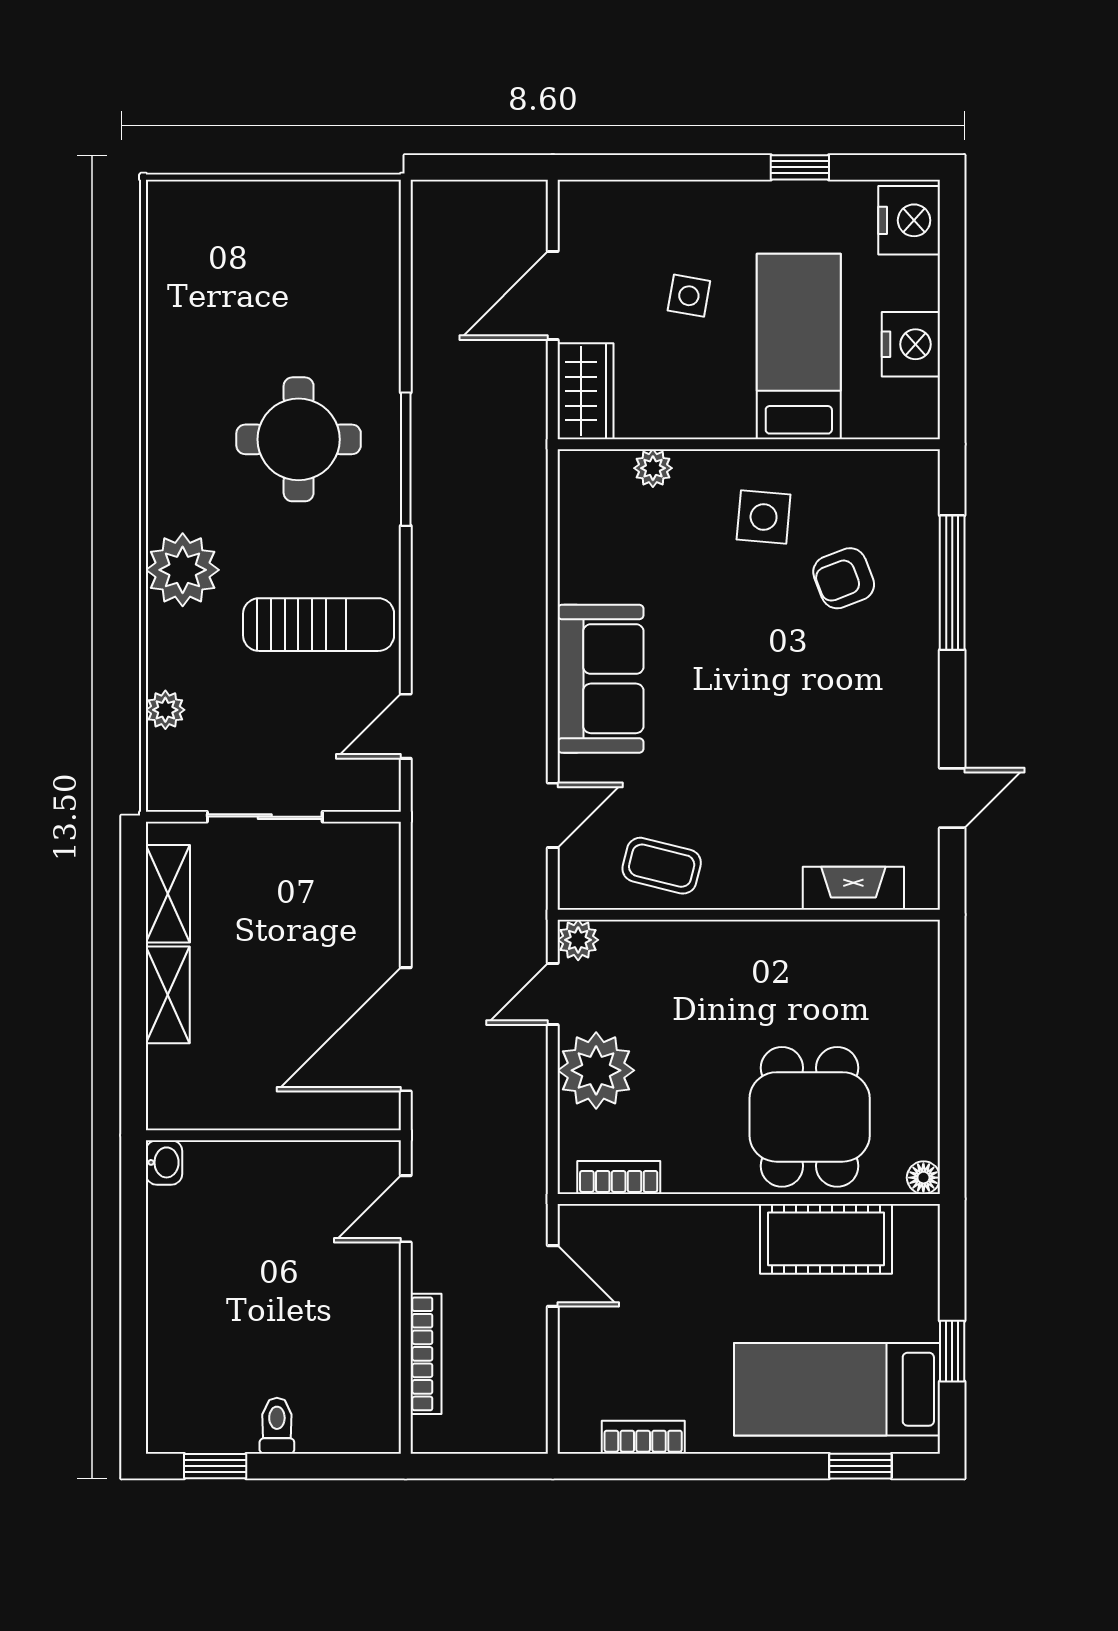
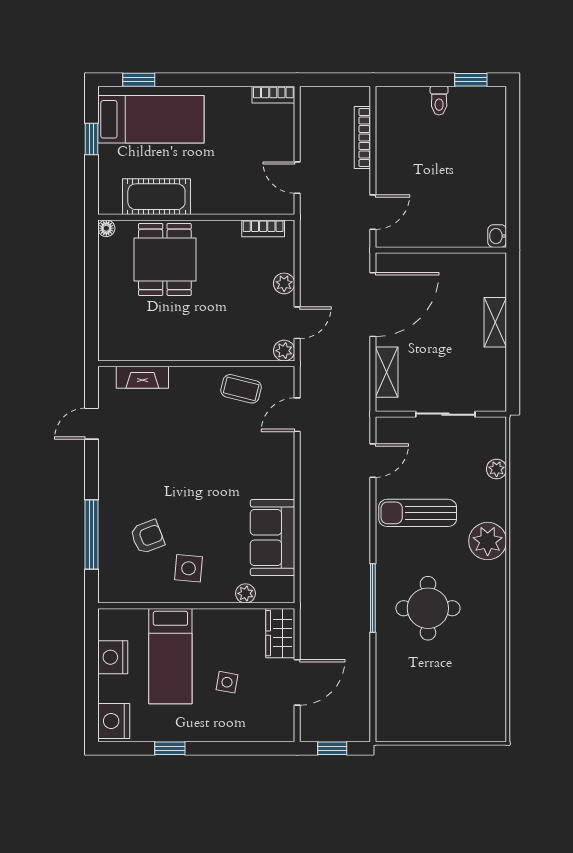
window: (485, 167) -> (332, 748), added
sofa: (601, 679) -> (273, 538), moved
shelving: (168, 894) -> (387, 372), moved
plant: (596, 1070) -> (284, 283), width x0.53, depth x0.53
bookcase: (643, 1437) -> (273, 95), moved

